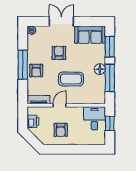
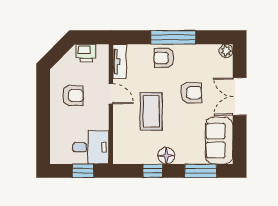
double door: (61, 21) -> (240, 97), swing flipped
window: (110, 78) -> (153, 171), width x0.46
armchair: (61, 130) -> (73, 96), turned 180

